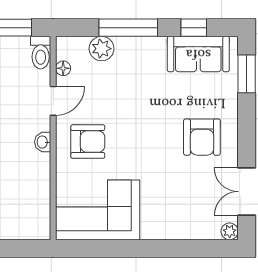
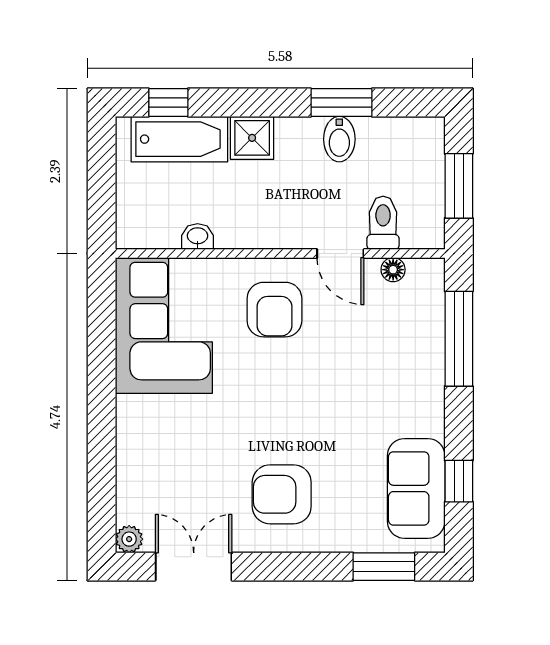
window: (128, 28) -> (459, 339), moved
plant: (102, 49) -> (425, 332), removed
toilet: (41, 53) -> (383, 223), moved, turned 90
washbasin: (43, 142) -> (198, 237), moved

